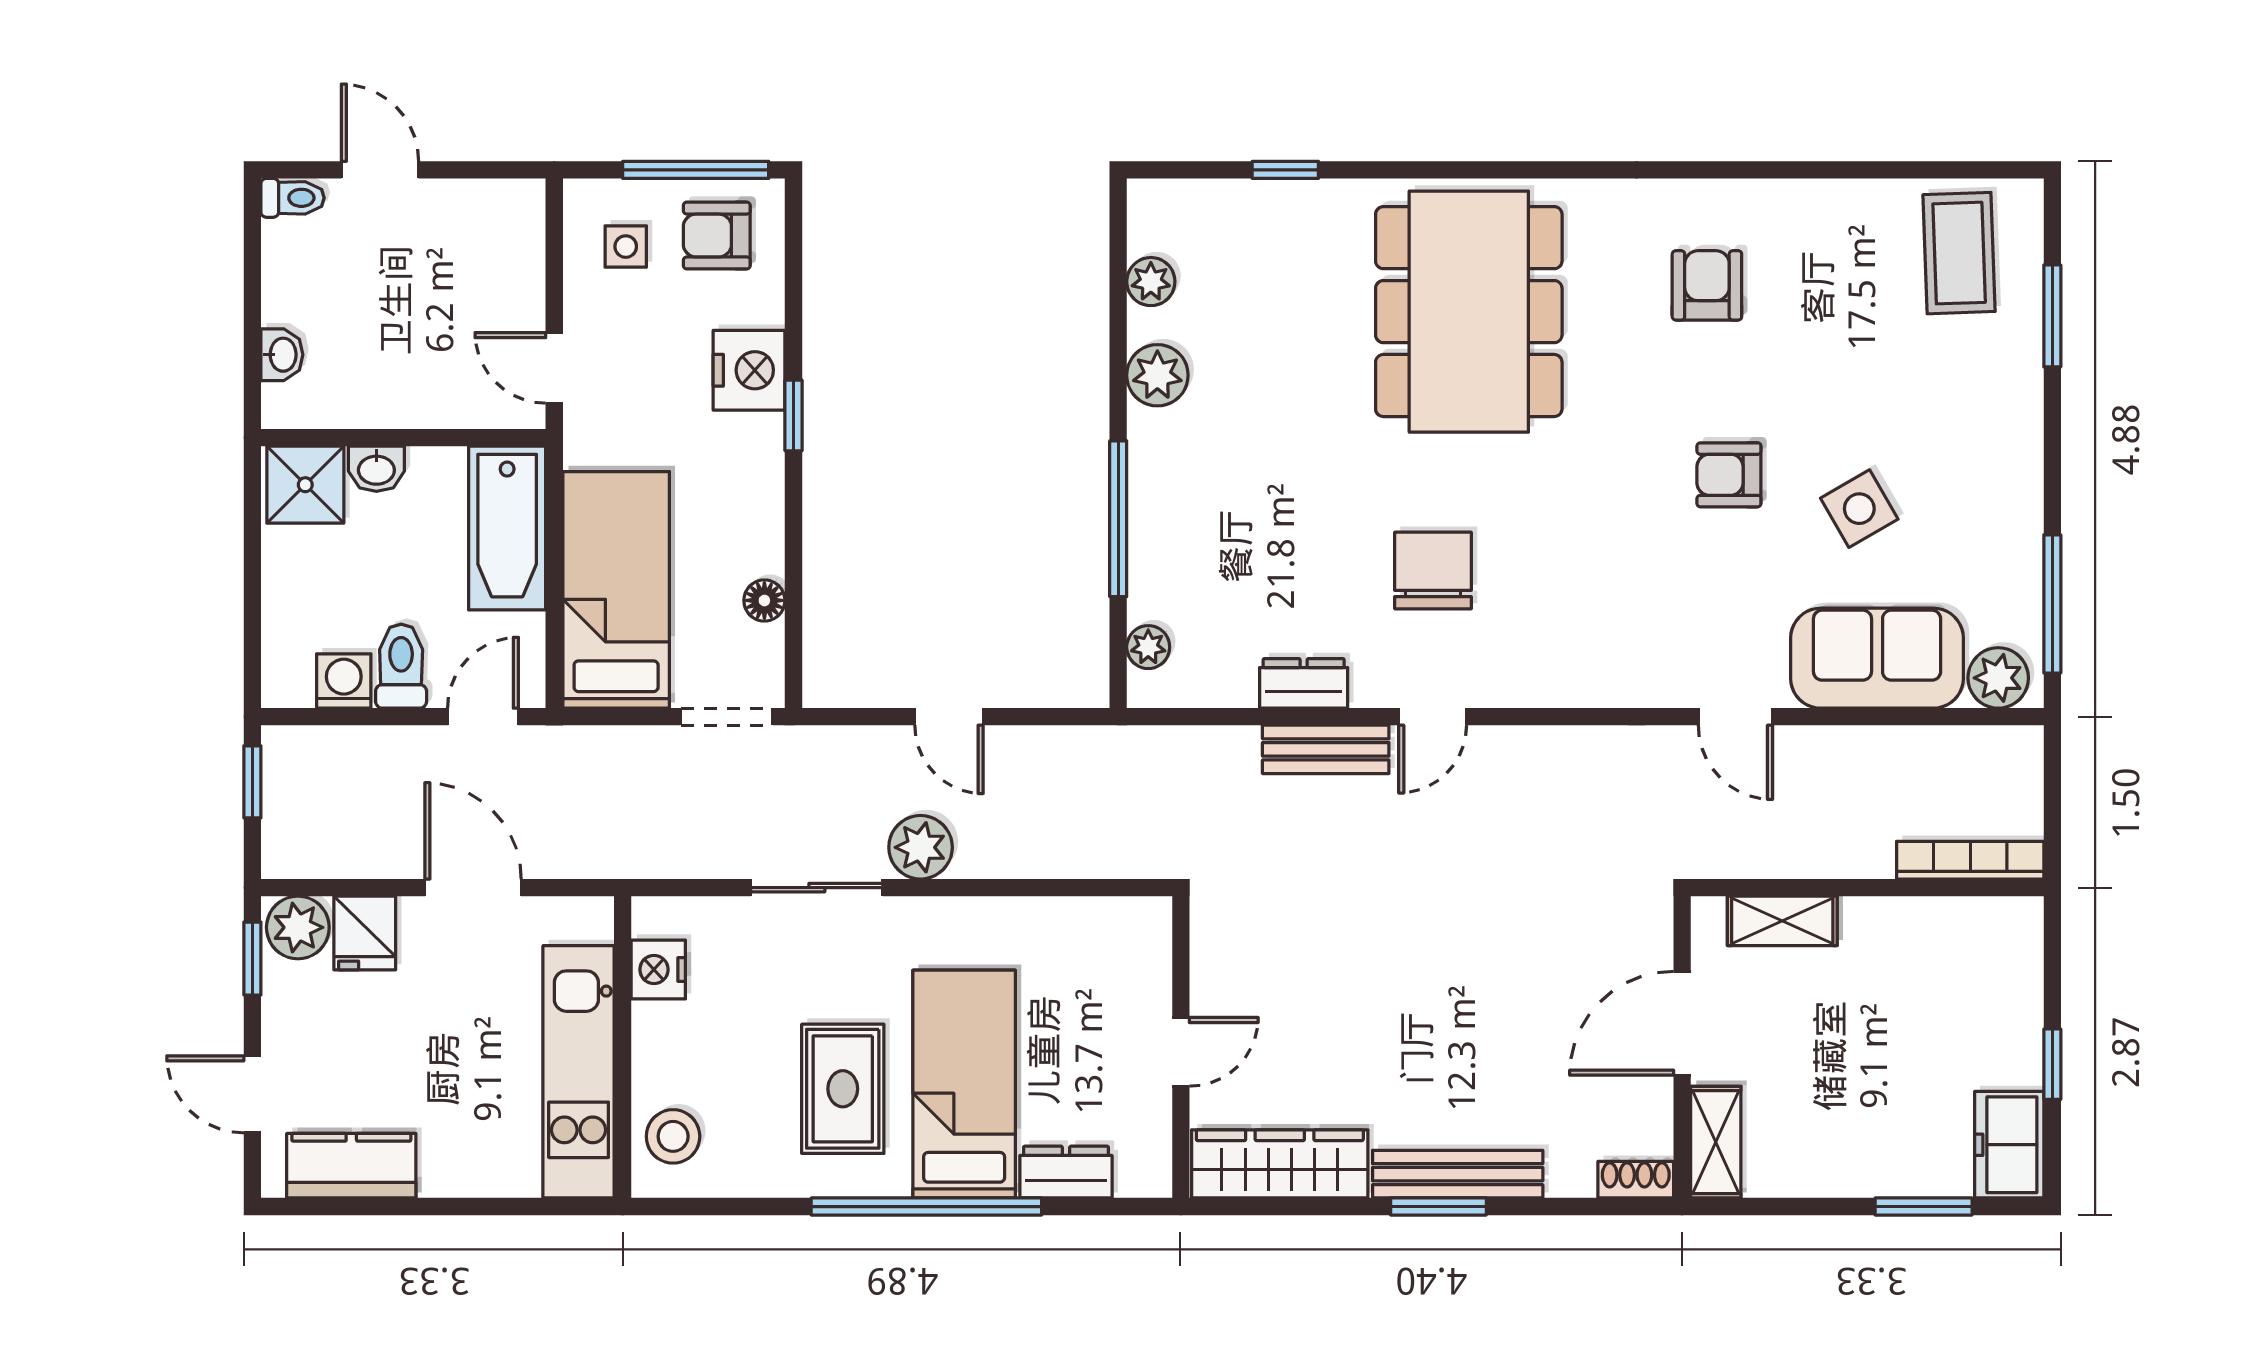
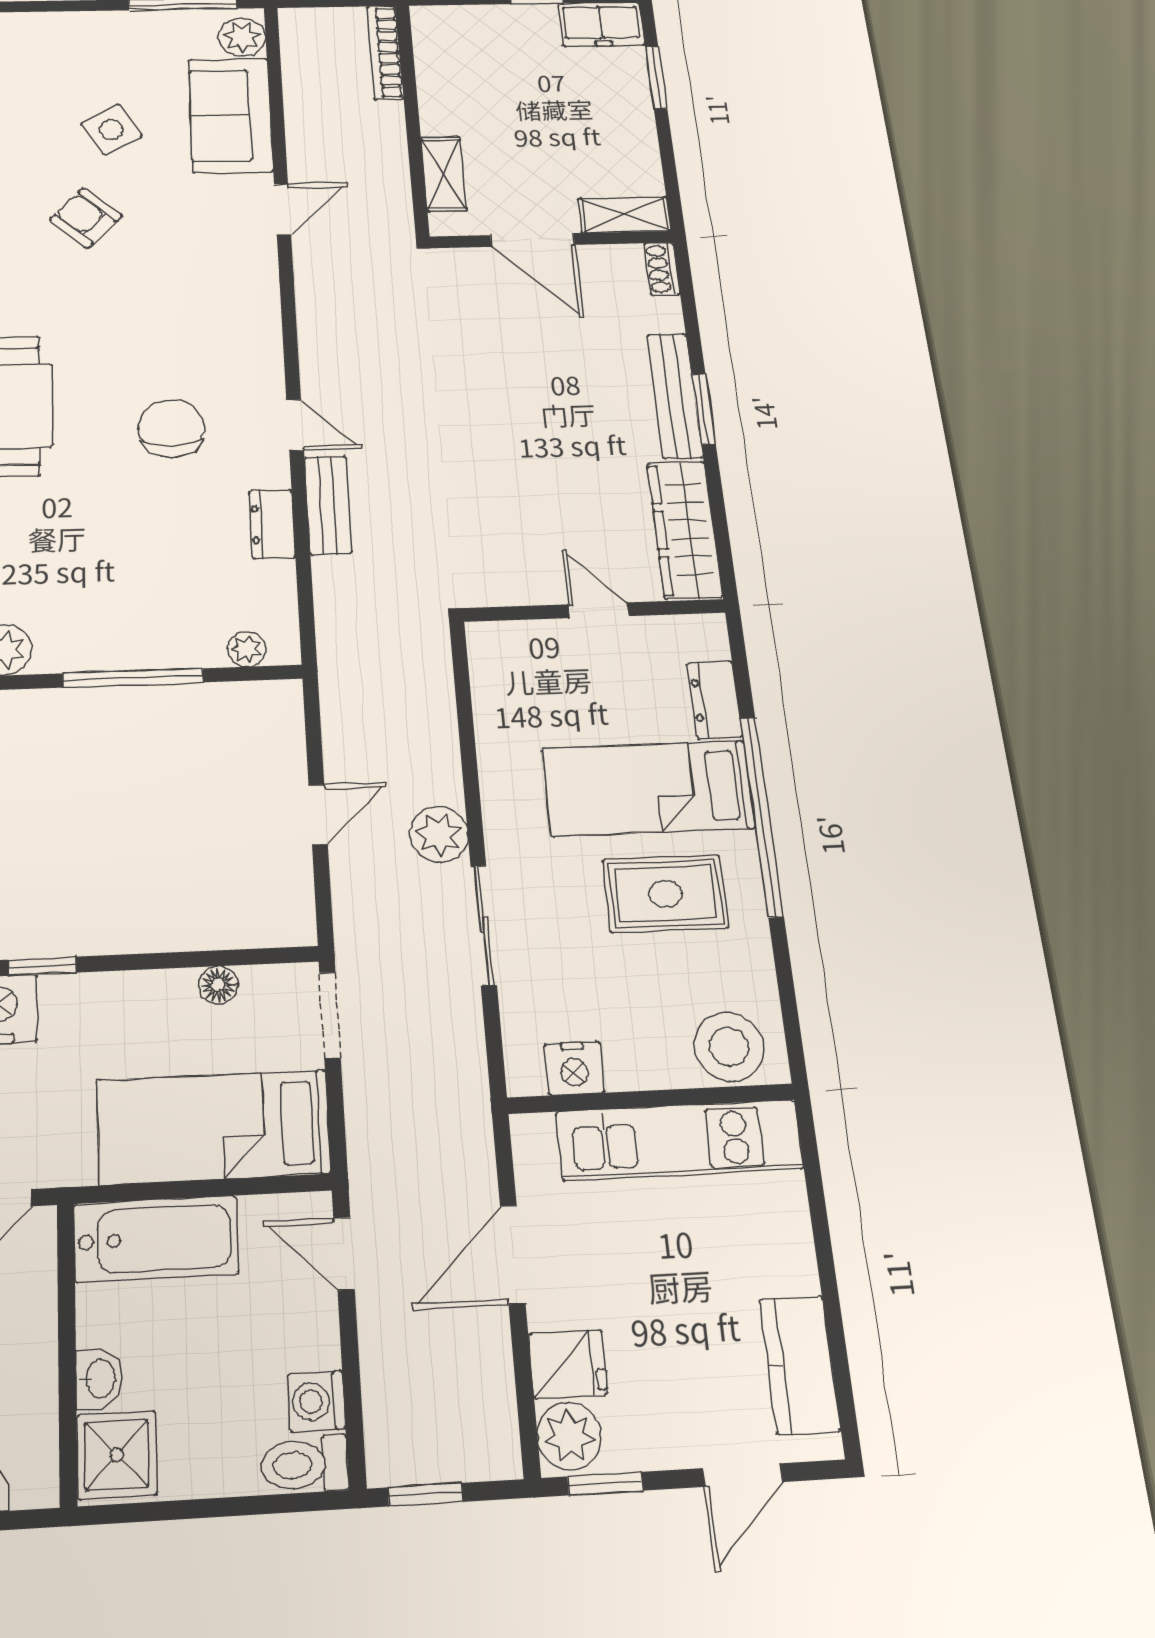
armchair: (1729, 475) -> (86, 218), turned 133
chair: (1433, 571) -> (171, 428), turned 90
toilet: (401, 666) -> (304, 1464), moved
stool: (673, 1136) -> (729, 1047), width x1.38, depth x1.38

